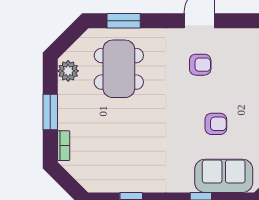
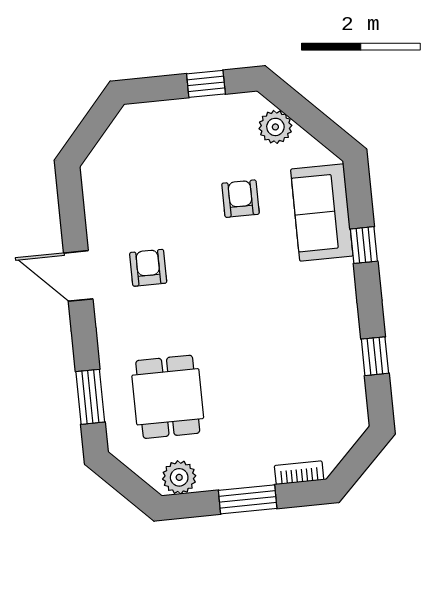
dining table: (119, 69) -> (168, 397), width x0.73
armchair: (216, 124) -> (241, 199), moved

